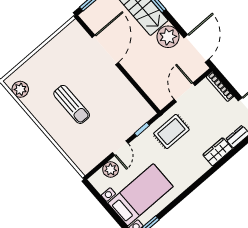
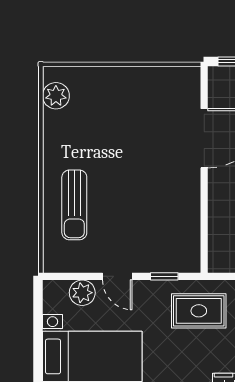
sun lounger: (72, 104) -> (74, 205), moved
door: (120, 148) -> (117, 276), hinge flipped

